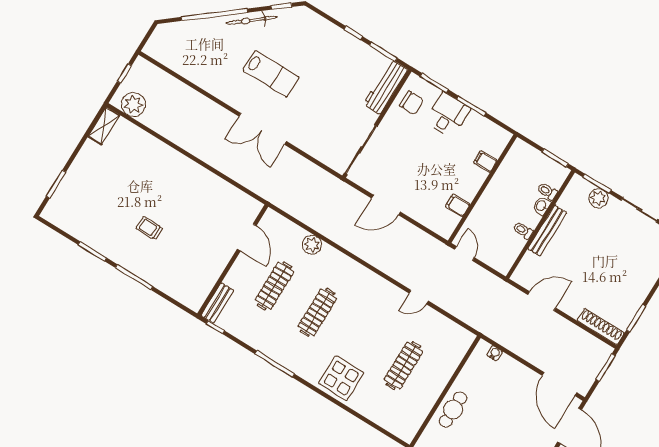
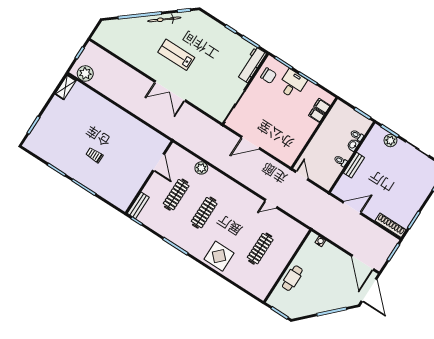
lab bench: (271, 74) -> (176, 55), turned 180
filing cabinet: (458, 205) -> (322, 106), moved
bench: (547, 231) -> (354, 165), width x0.73

